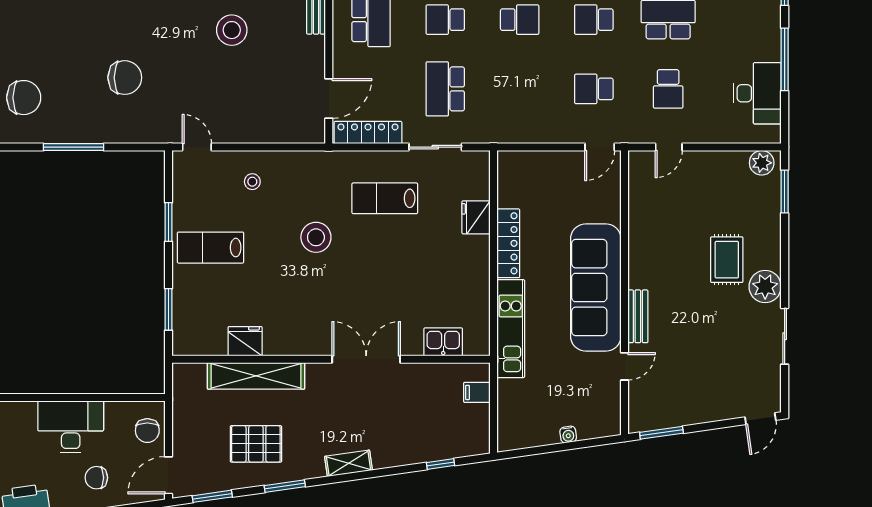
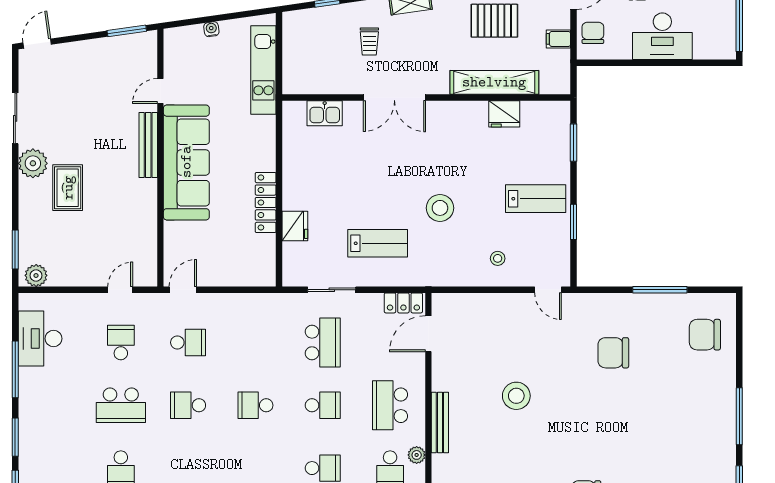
school desk: (594, 20) -> (188, 405), turned 180
locker: (368, 133) -> (403, 303), width x0.66
bench: (638, 316) -> (148, 145), width x1.36
kitchen unit: (511, 329) -> (263, 70), moved
filing cabinet: (477, 392) -> (558, 39), moved, turned 180
trolley: (394, 421) -> (369, 42), added

